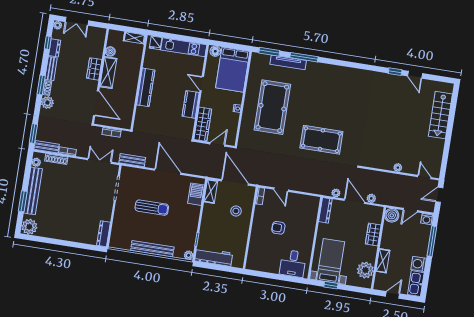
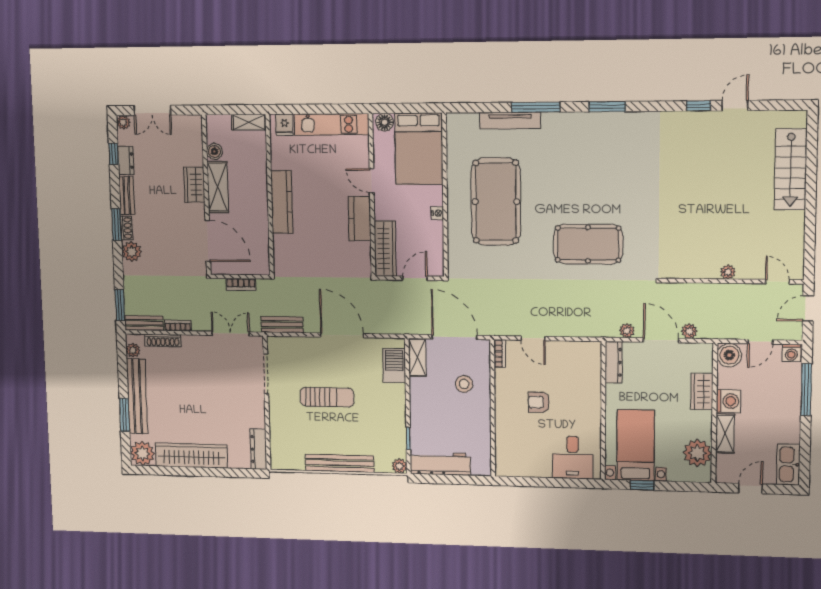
window: (269, 52) -> (607, 107), moved
door: (415, 75) -> (735, 106), swing flipped
wardrobe: (60, 232) -> (191, 456), added
washing machine: (419, 264) -> (728, 401), moved, turned 180

